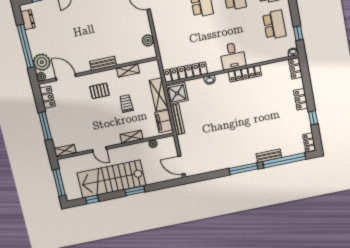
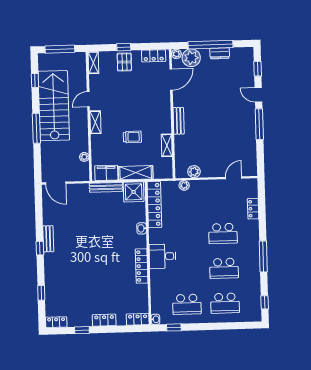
dresser: (28, 20) -> (220, 53), moved
plant: (163, 47) -> (184, 185), added
pallet: (99, 91) -> (124, 62), moved
window: (45, 126) -> (124, 47), width x0.46
shelving: (132, 137) -> (95, 122), moved
bench: (269, 156) -> (48, 239), moved
window: (284, 160) -> (41, 293), width x0.32
door: (182, 165) -> (56, 183), swing flipped
window: (243, 169) -> (40, 248), width x0.46
window: (135, 191) -> (36, 128), width x1.44

